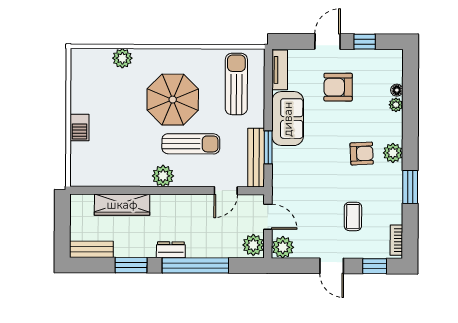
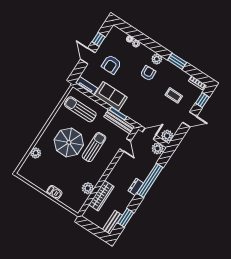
plant: (163, 176) -> (88, 188), moved
window: (131, 265) -> (126, 218), moved

